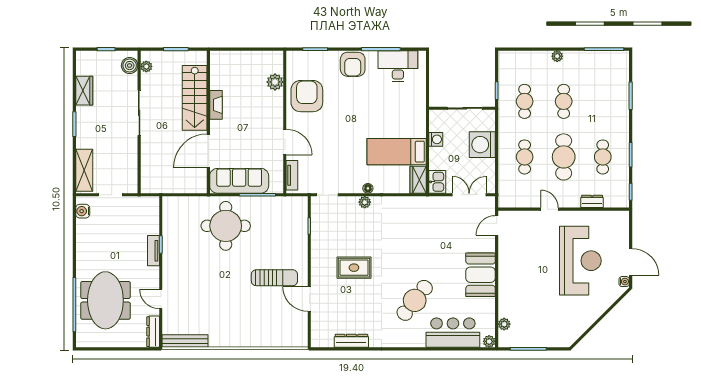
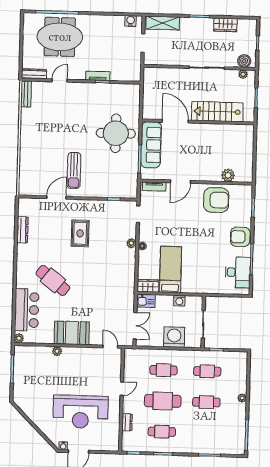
fireplace: (216, 105) -> (211, 128), removed
plant: (504, 324) -> (57, 351), moved
bench: (185, 341) -> (26, 94), width x0.73

